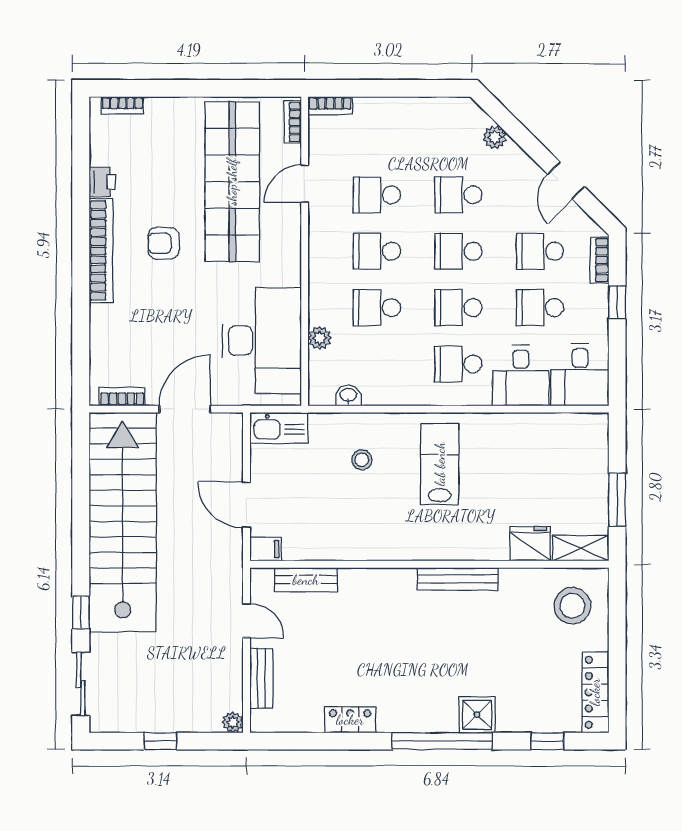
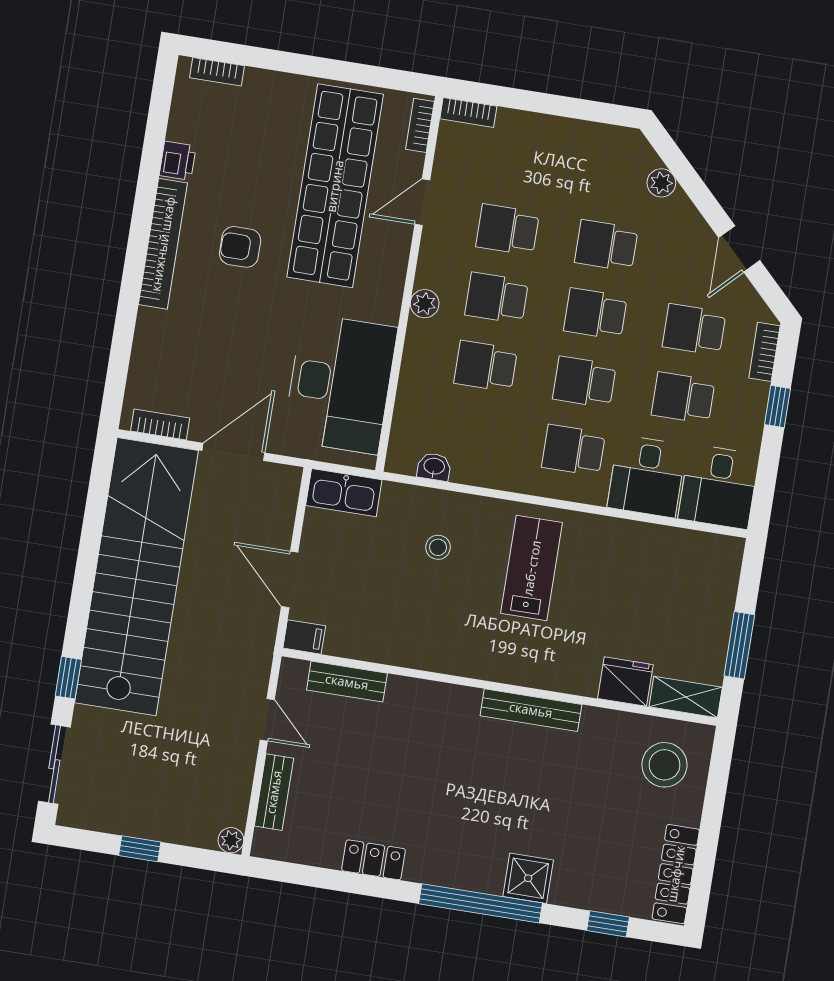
plant: (320, 338) -> (425, 304), moved

